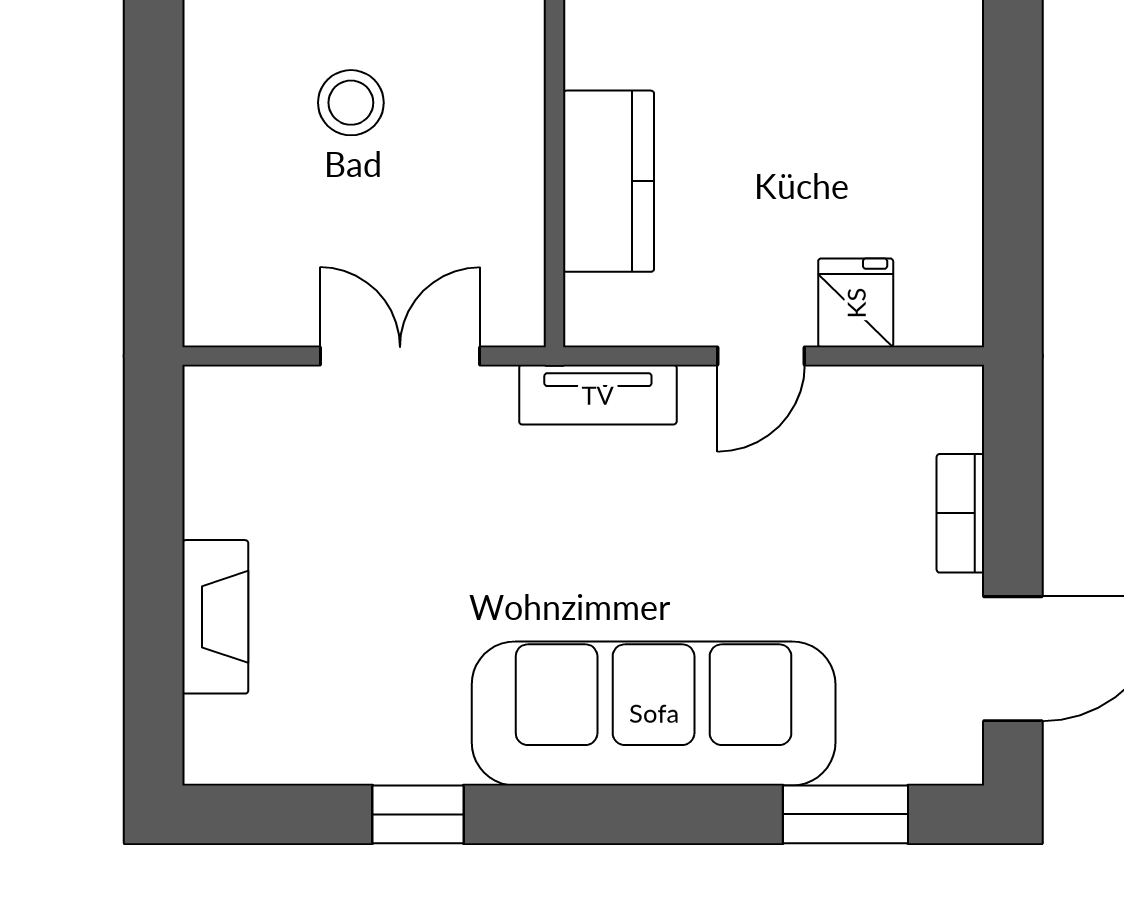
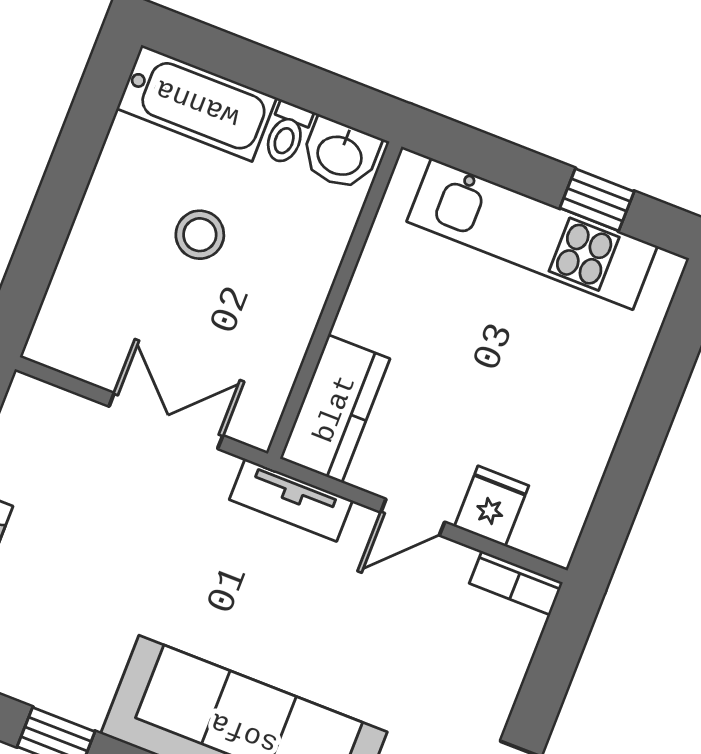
kitchen counter: (609, 181) -> (335, 409), moved
bookcase: (960, 513) -> (516, 583), moved, turned -90

